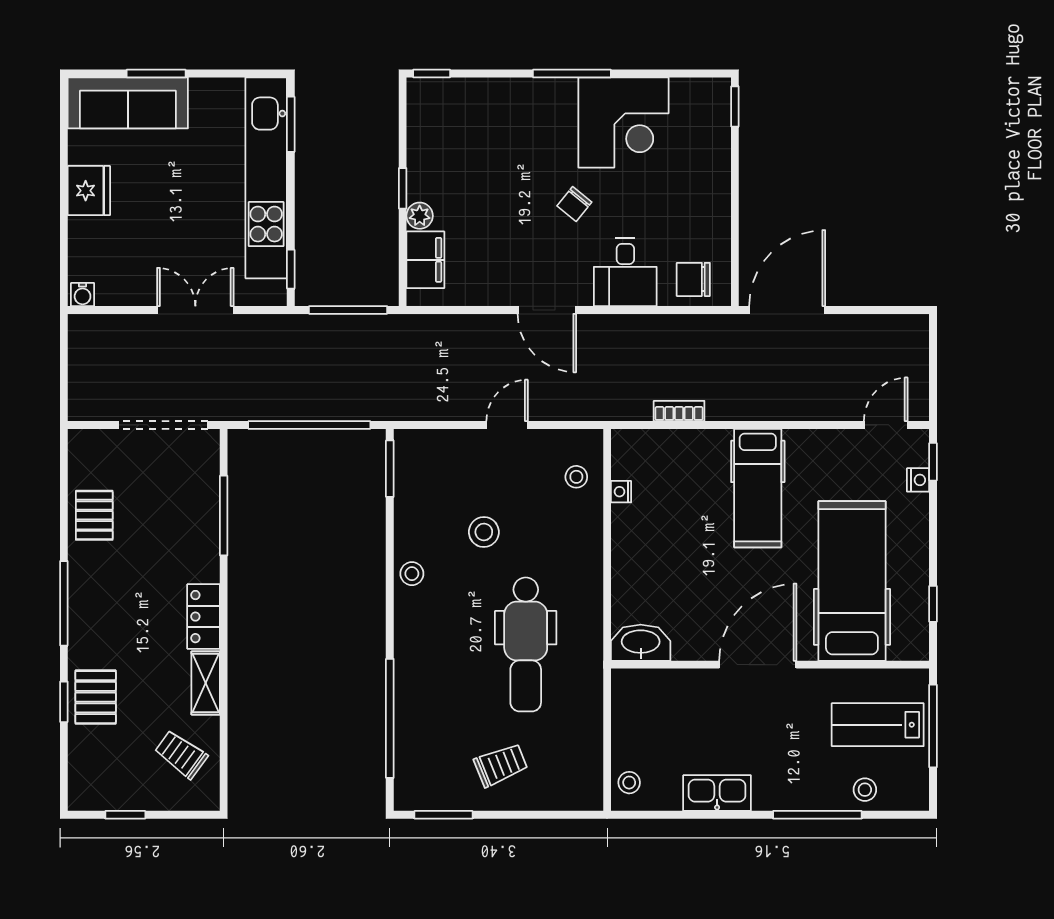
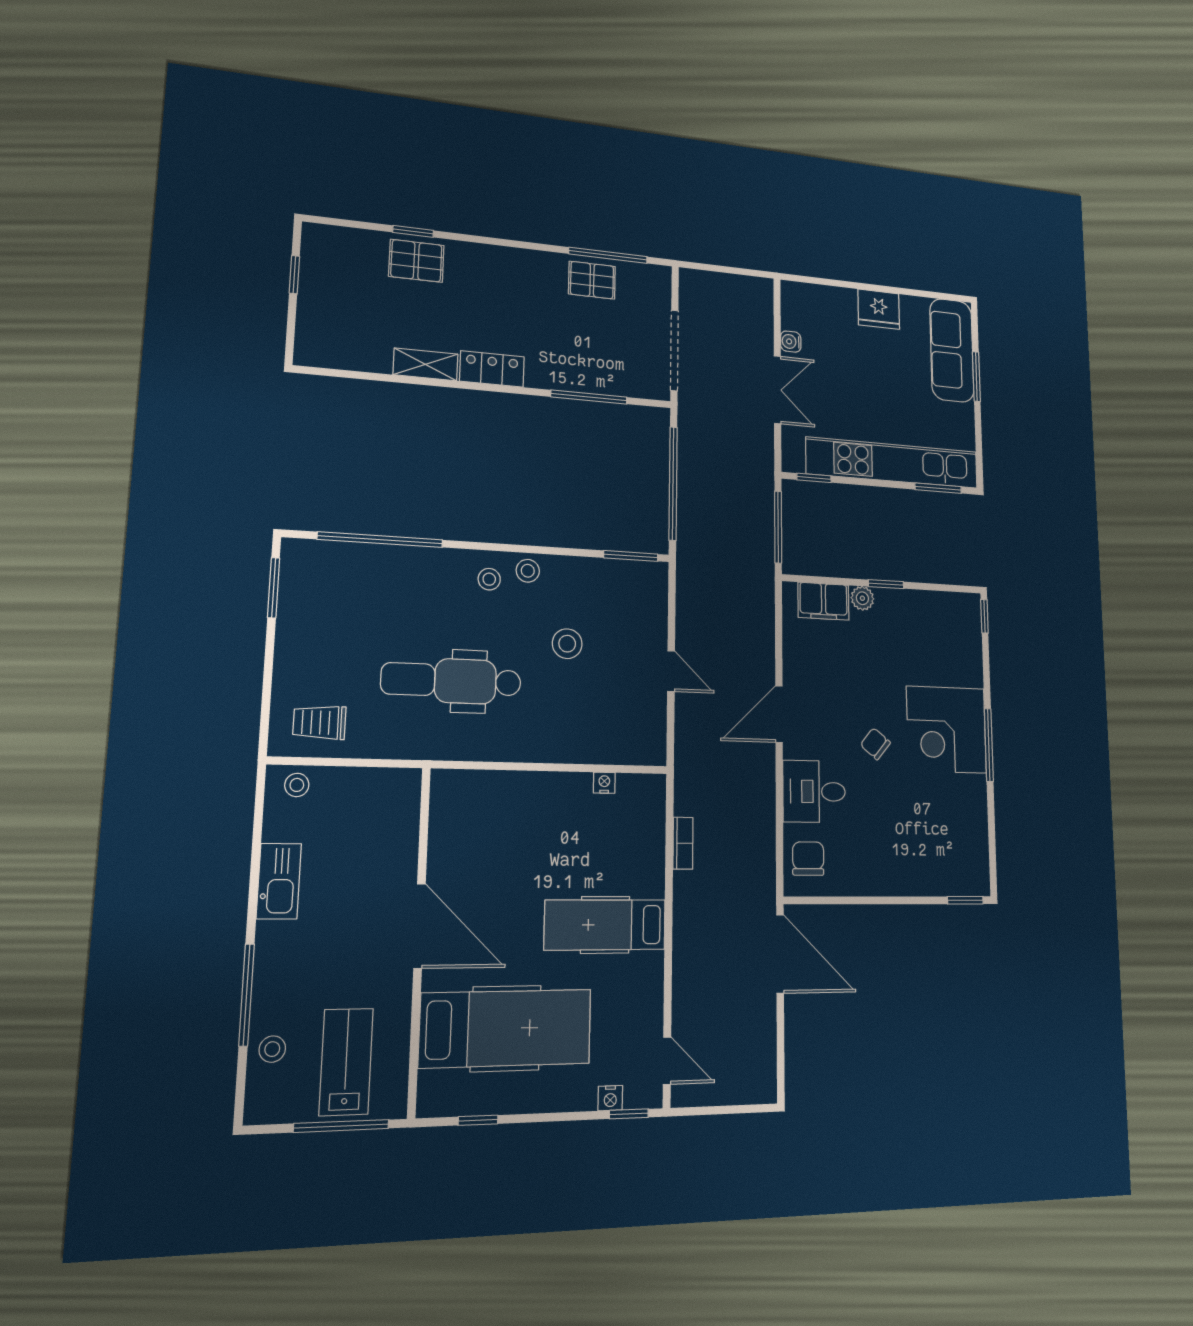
corner desk: (623, 122) -> (946, 730), moved
water cooler: (83, 295) -> (791, 342), moved
stool: (576, 477) -> (489, 579), moved
window: (64, 603) -> (608, 255), moved
washbasin: (641, 643) -> (448, 800), removed
trolley: (181, 754) -> (354, 334), removed
trolley: (501, 765) -> (319, 722), moved, turned 112

